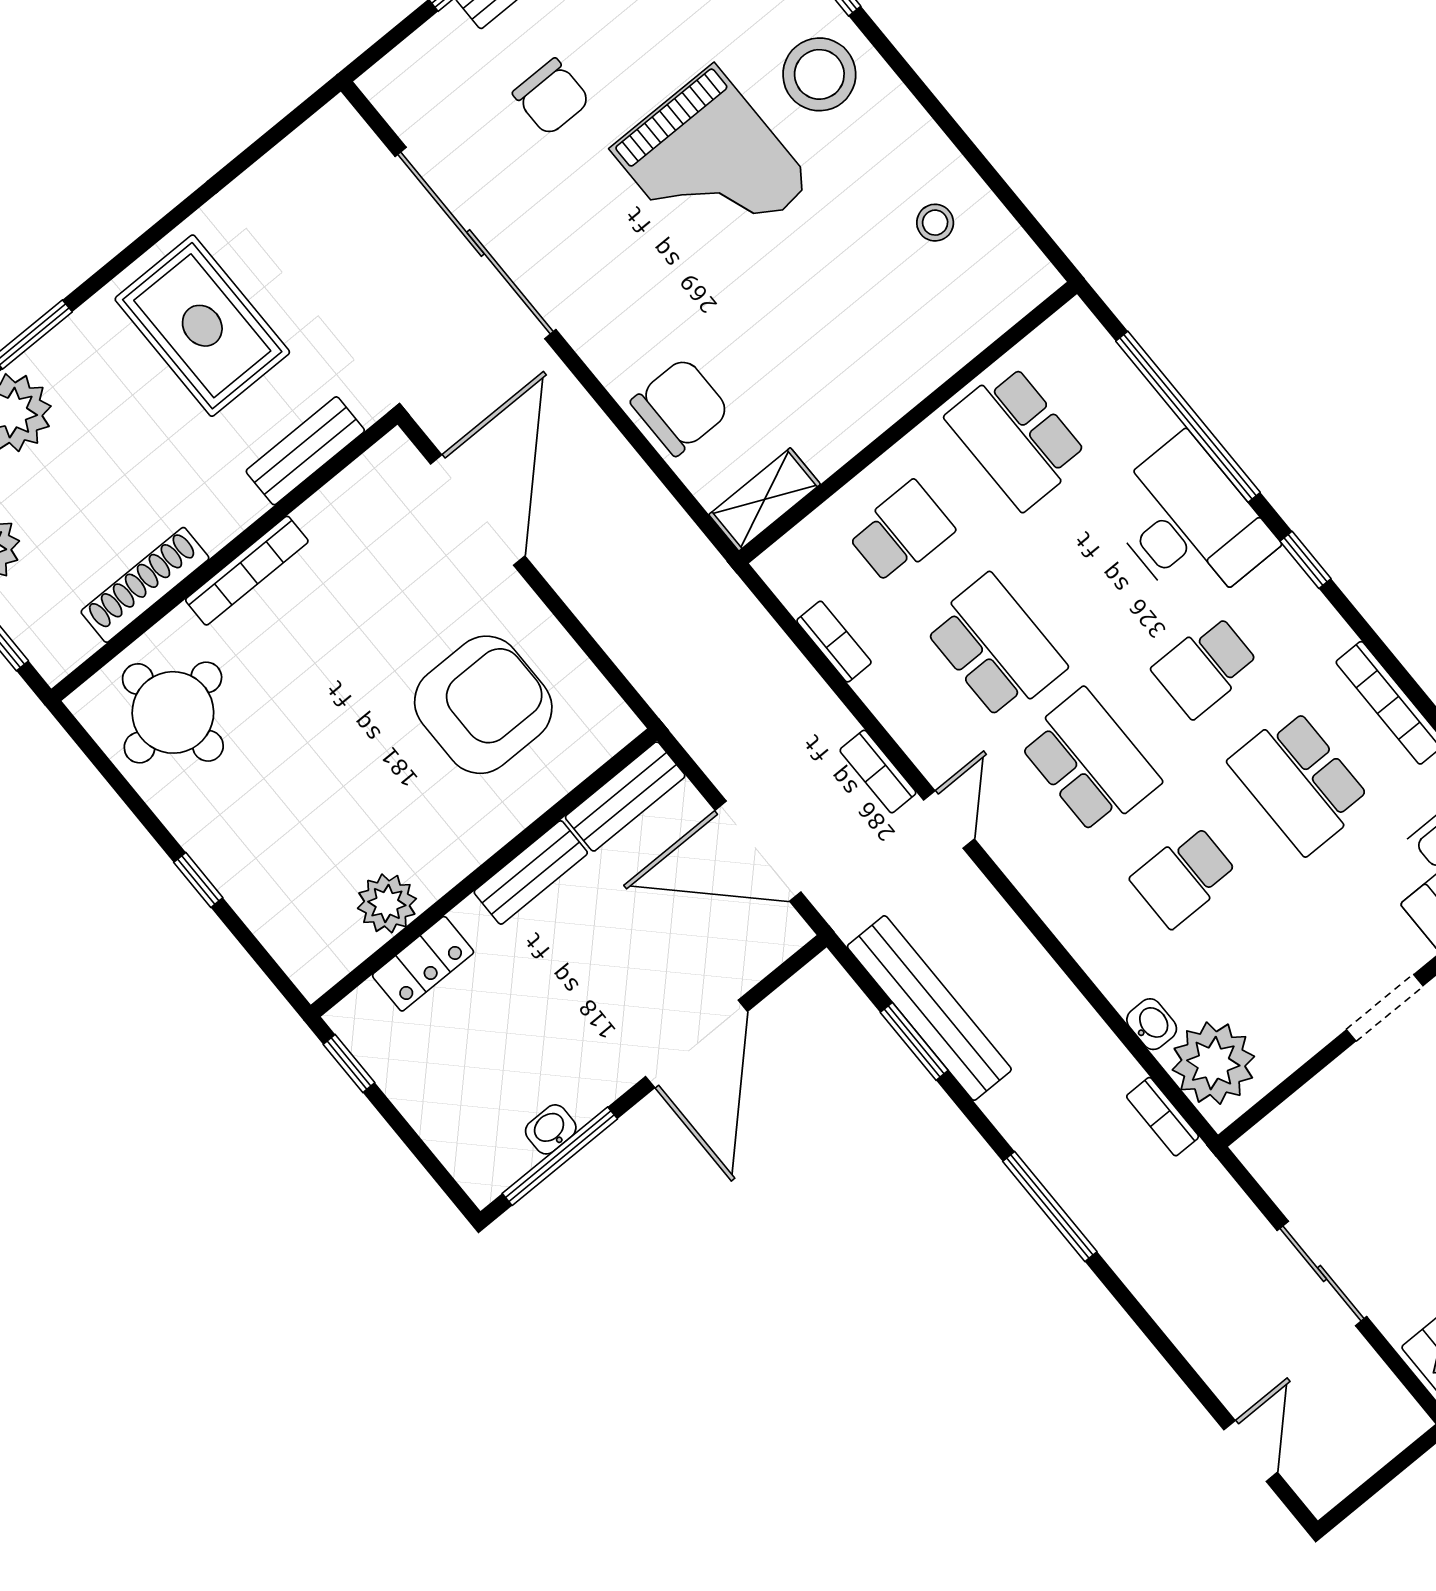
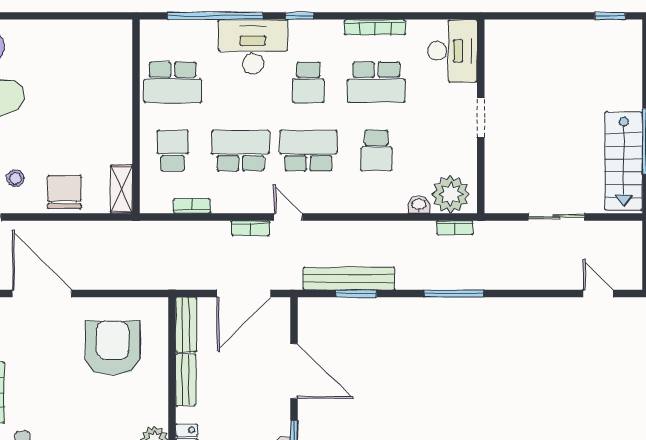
stool: (935, 223) -> (15, 178), moved

